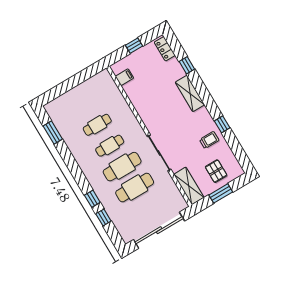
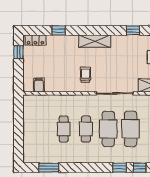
window: (134, 46) -> (18, 52), moved
shelving: (190, 93) -> (95, 41), moved
window: (222, 124) -> (133, 30), moved
trolley: (209, 140) -> (85, 75), moved

